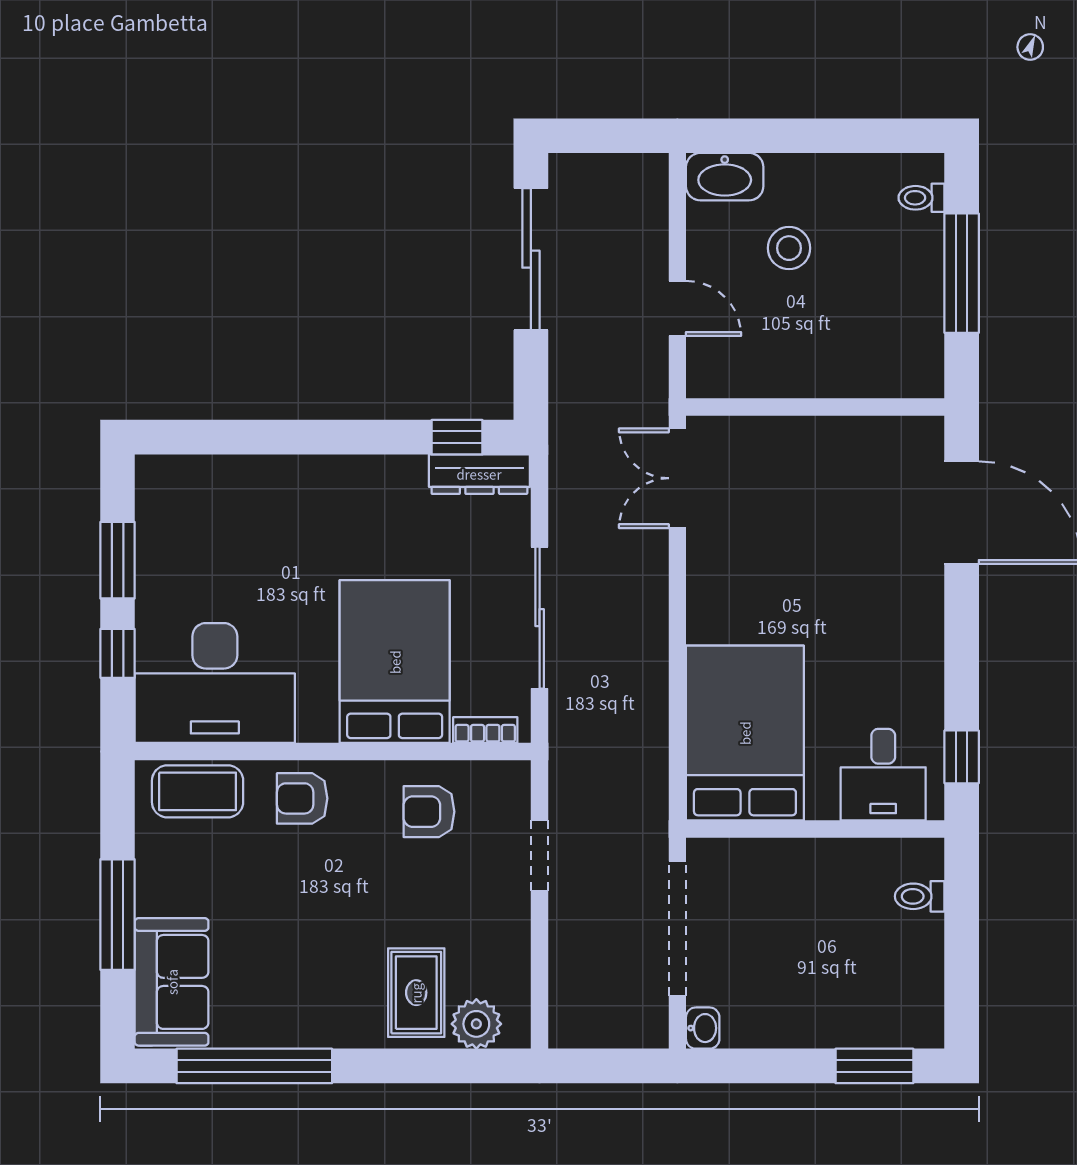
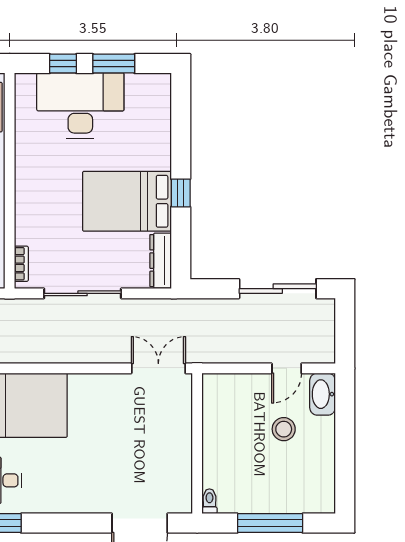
toilet: (921, 198) -> (209, 501), moved
door: (677, 308) -> (287, 368), moved
window: (457, 437) -> (181, 193), moved
bed: (395, 662) -> (127, 201), moved, turned 180
desk: (215, 683) -> (80, 106), moved, turned 90

